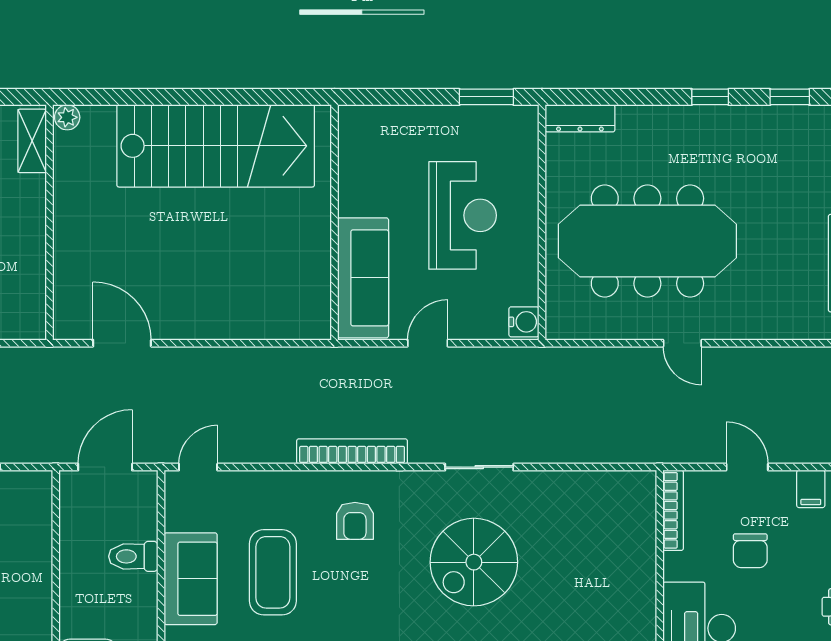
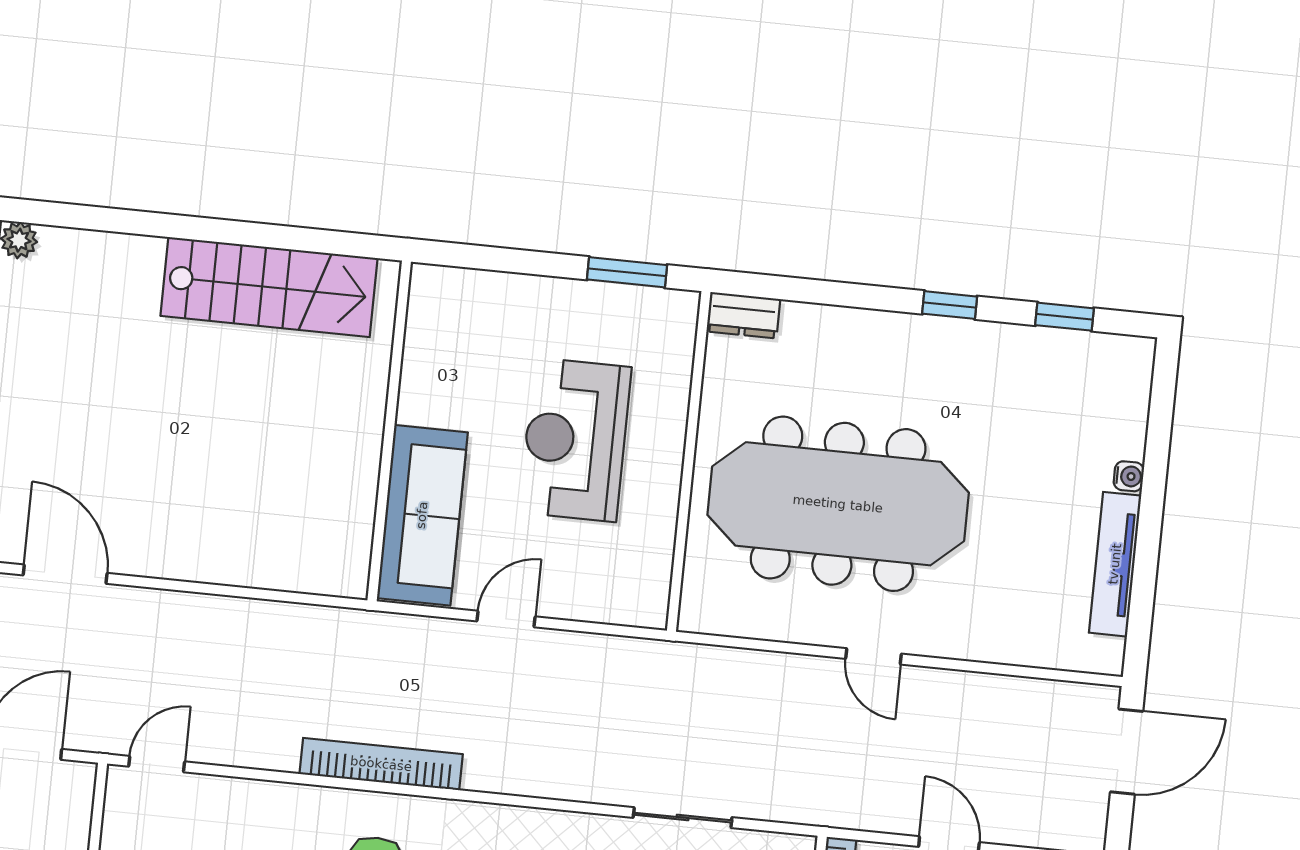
dresser: (580, 118) -> (743, 315), width x0.70
stairs: (216, 146) -> (269, 287), width x0.73, depth x0.66
reception desk: (463, 215) -> (575, 440), turned 180
water cooler: (524, 322) -> (648, 602), removed
sliding door: (479, 467) -> (683, 818), moved

